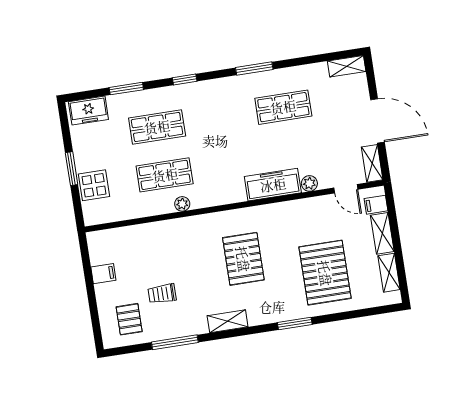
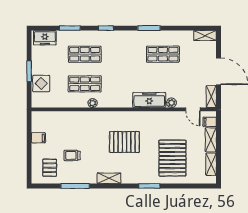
pallet: (243, 259) -> (124, 142), turned 90

